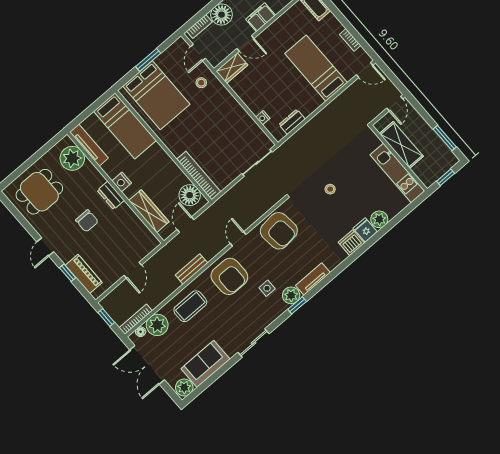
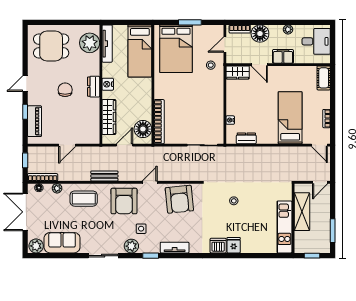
plant: (379, 219) -> (248, 246), removed
chair: (87, 221) -> (65, 90), turned 180
plant: (291, 295) -> (131, 246), moved
plant: (157, 325) -> (57, 188), width x0.53, depth x0.53

